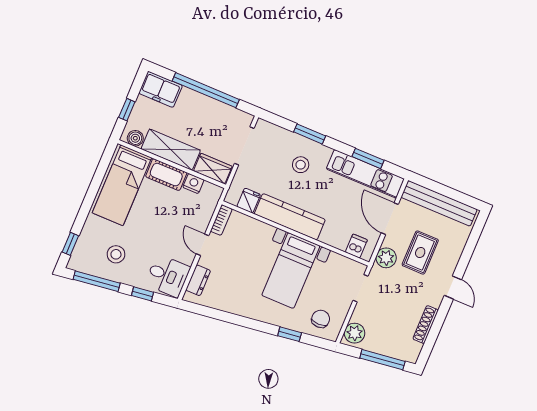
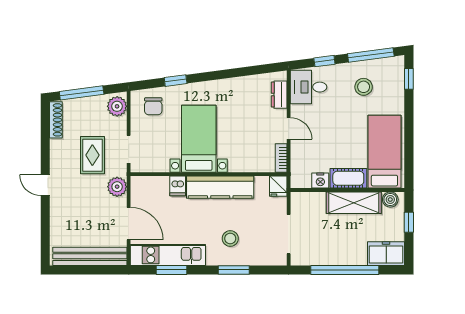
wardrobe: (213, 169) -> (308, 201), removed
fridge: (249, 201) -> (278, 186), moved
dishwasher: (356, 246) -> (178, 186), moved
rug: (420, 253) -> (92, 155), moved
shoe rack: (426, 325) -> (56, 120), moved

